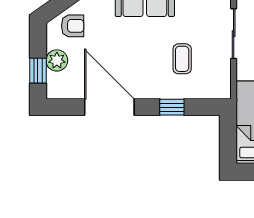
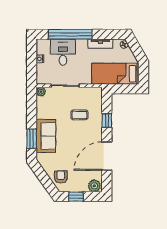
plant: (57, 60) -> (94, 186), moved
window: (38, 71) -> (76, 197), moved

